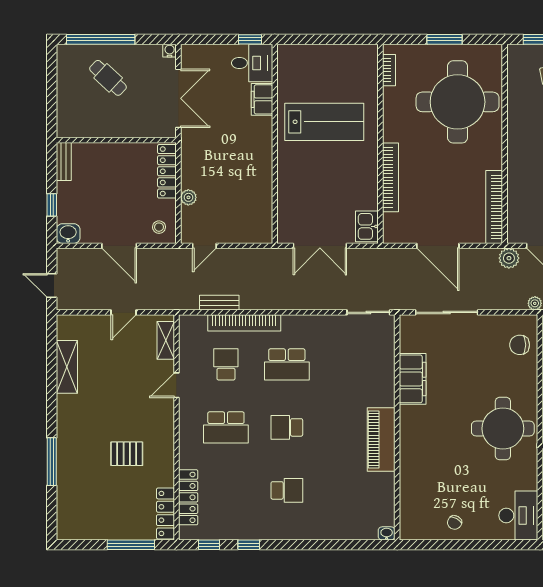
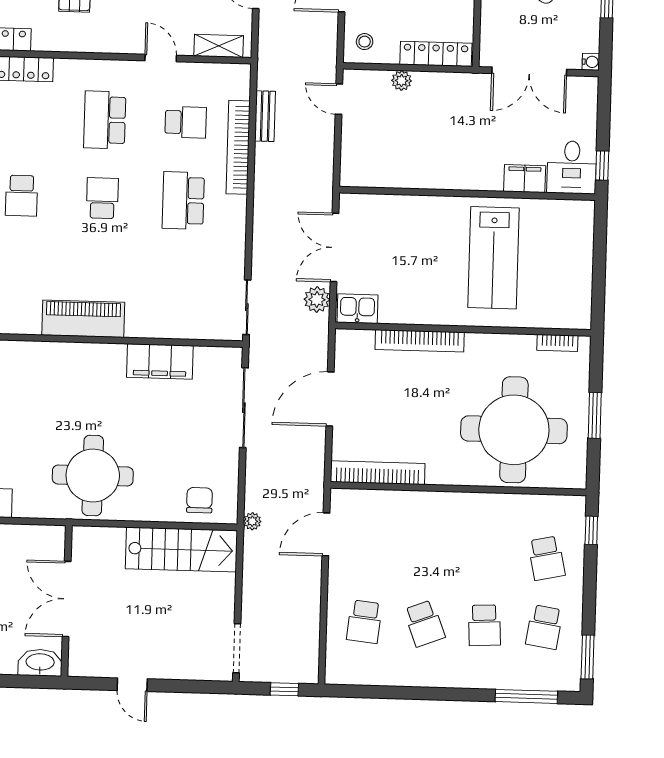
plant: (509, 258) -> (317, 300), moved

